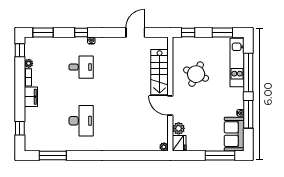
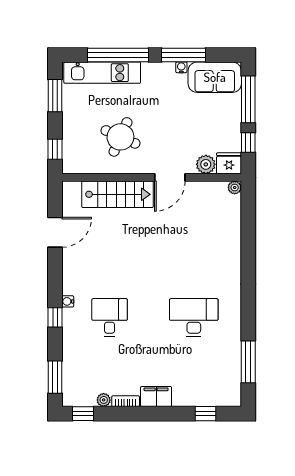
door: (135, 32) -> (55, 232), swing flipped
window: (192, 155) -> (248, 143), added

